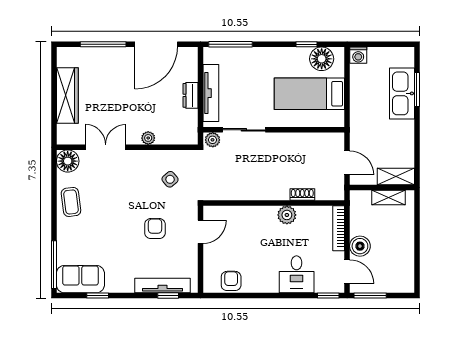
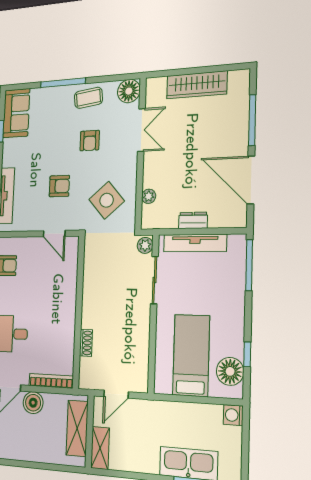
plant: (148, 138) -> (149, 196), moved
side table: (170, 179) -> (107, 200), width x1.87, depth x1.87
shelving: (388, 197) -> (77, 428), width x1.50, depth x1.33
armchair: (113, 199) -> (90, 141), added
plant: (287, 215) -> (66, 325), removed
window: (54, 265) -> (63, 83), moved

